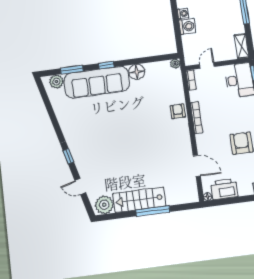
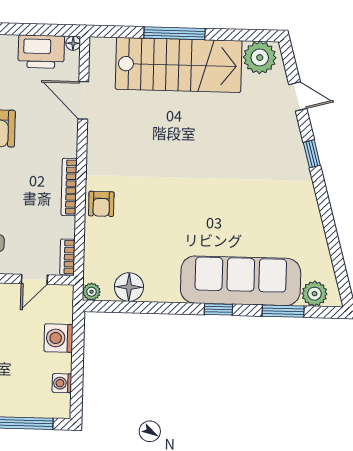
washing machine: (187, 26) -> (58, 338), moved
floor lamp: (137, 72) -> (129, 287), moved
stairs: (139, 200) -> (179, 65), width x1.36, depth x1.51

